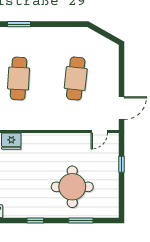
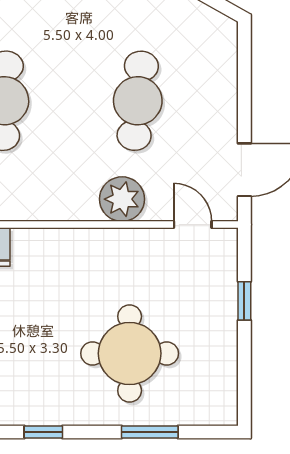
plant: (69, 121) -> (122, 199), added
door: (99, 132) -> (193, 225), swing flipped

